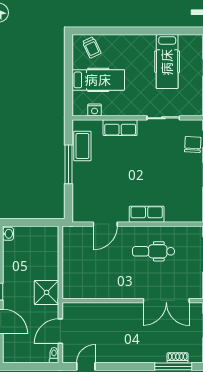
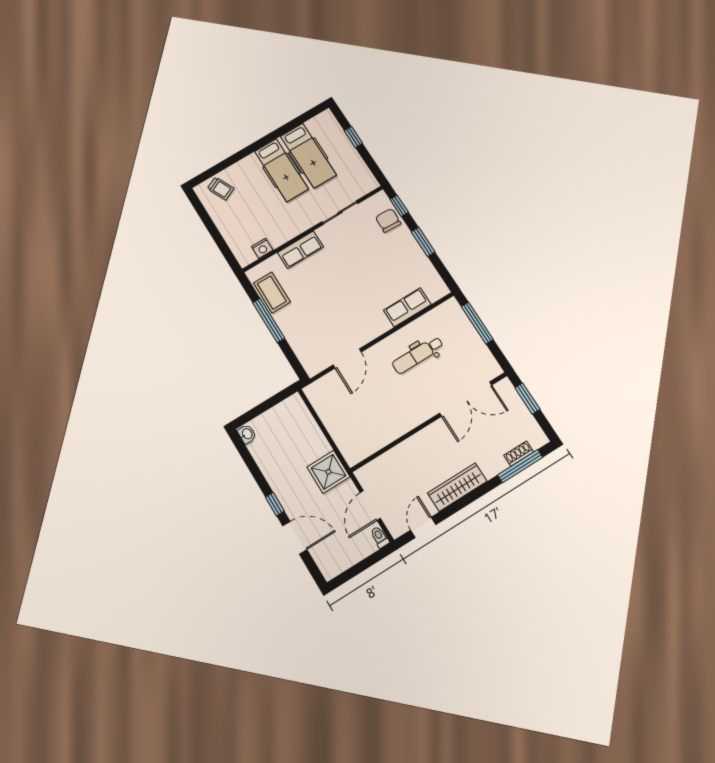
hospital bed: (98, 80) -> (281, 170), moved, turned 90
row of seats: (147, 214) -> (407, 307), moved
wardrobe: (124, 354) -> (457, 487), added

